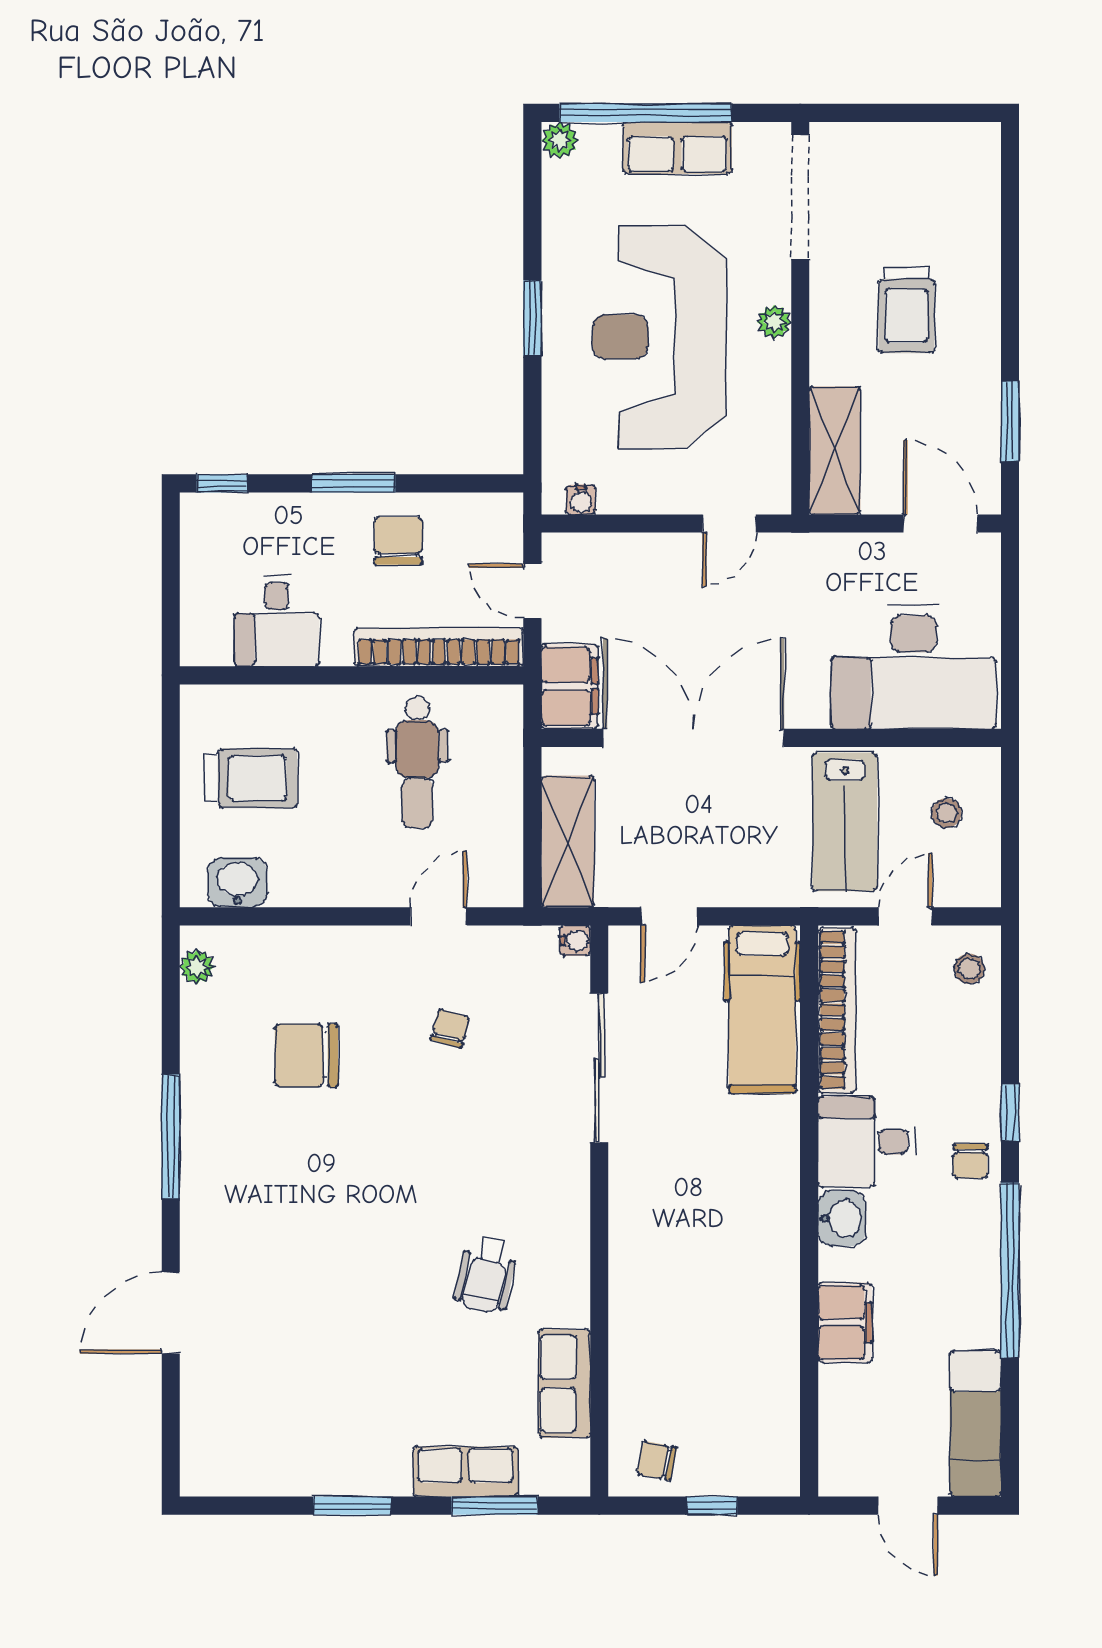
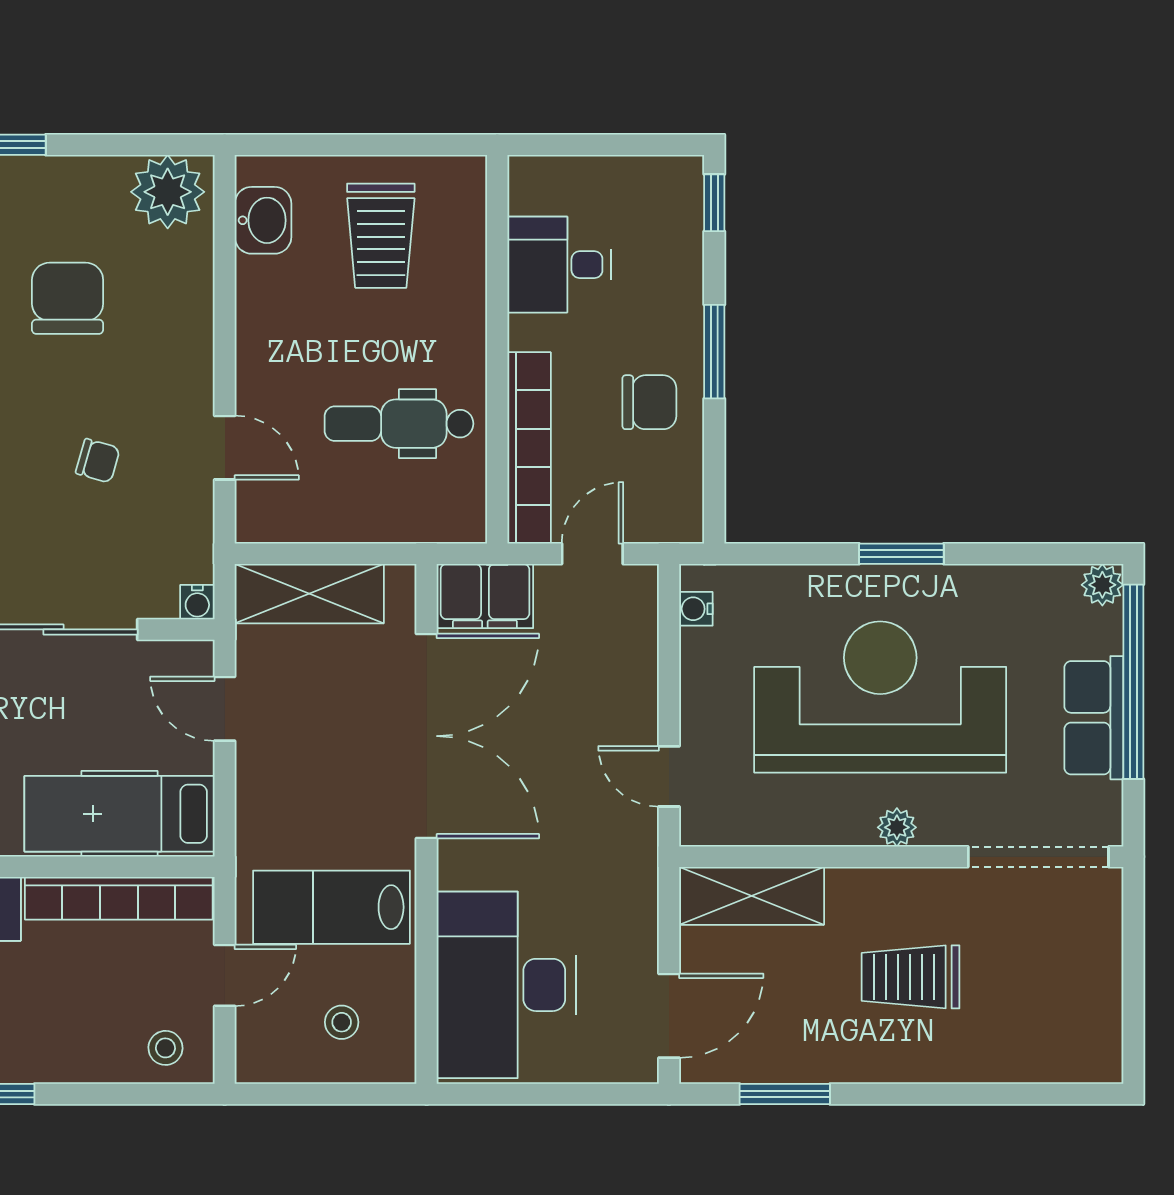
door: (905, 916) -> (225, 975), hinge flipped
plant: (197, 967) -> (168, 192), width x1.88, depth x1.88

